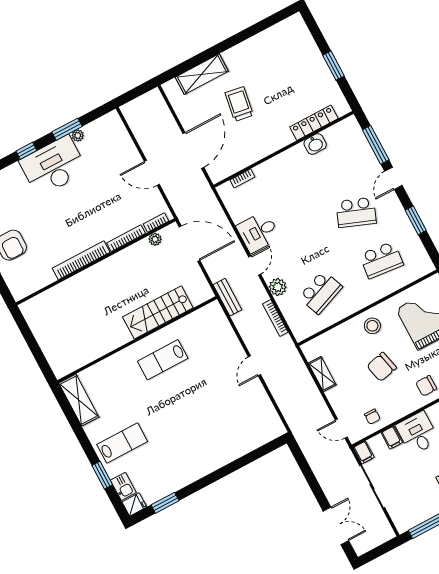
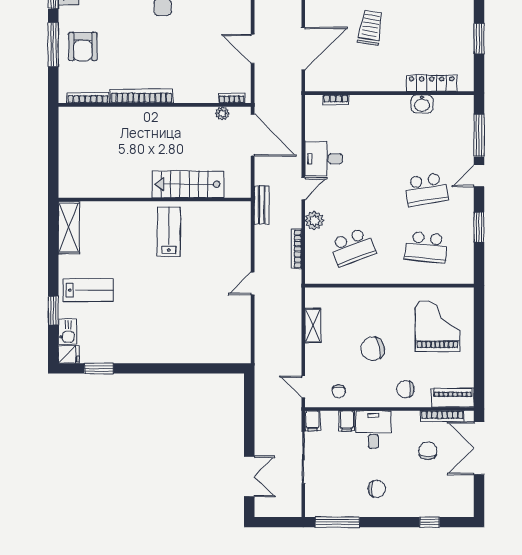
school desk: (356, 212) -> (426, 189), turned -30
bookcase: (126, 238) -> (88, 98), moved
stool: (372, 326) -> (385, 305), removed
lab bench: (163, 360) -> (169, 232), turned 90

